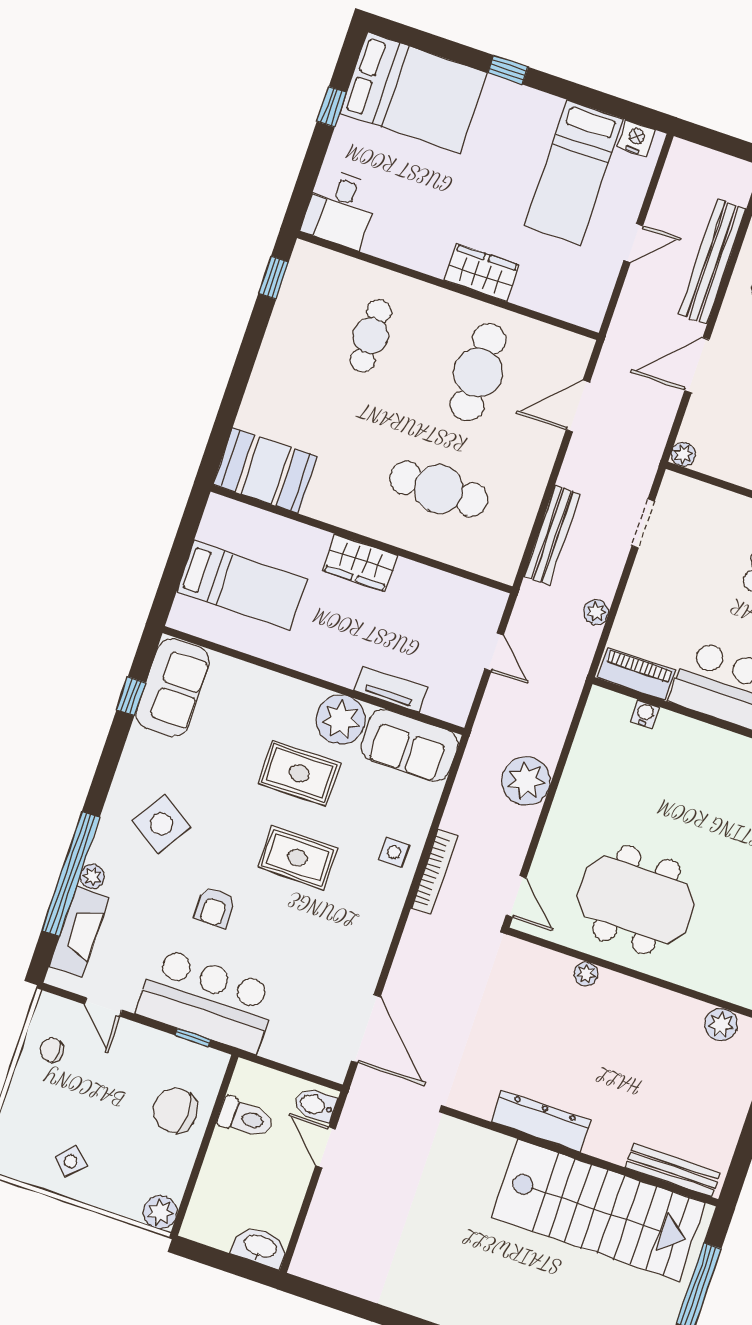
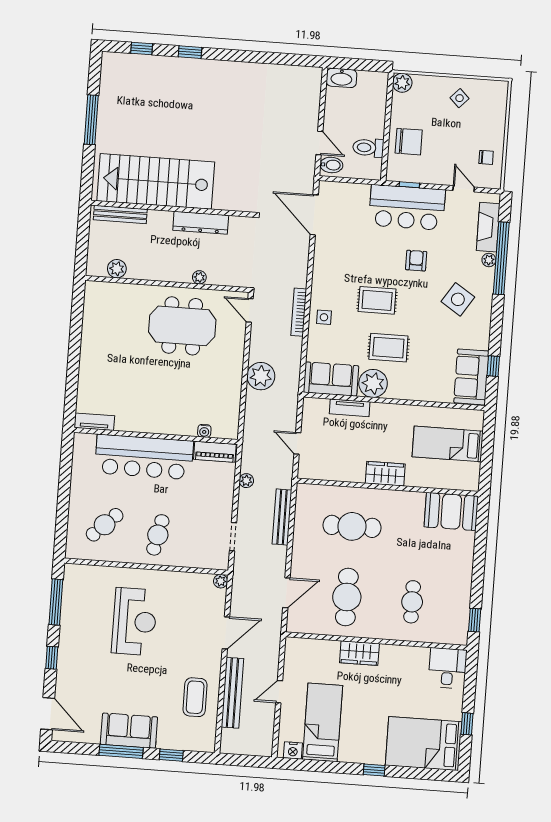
dresser: (541, 1121) -> (201, 223), moved
wall: (582, 1157) -> (172, 209), moved
bench: (672, 1170) -> (120, 215), moved
stairs: (598, 1210) -> (156, 181), moved

